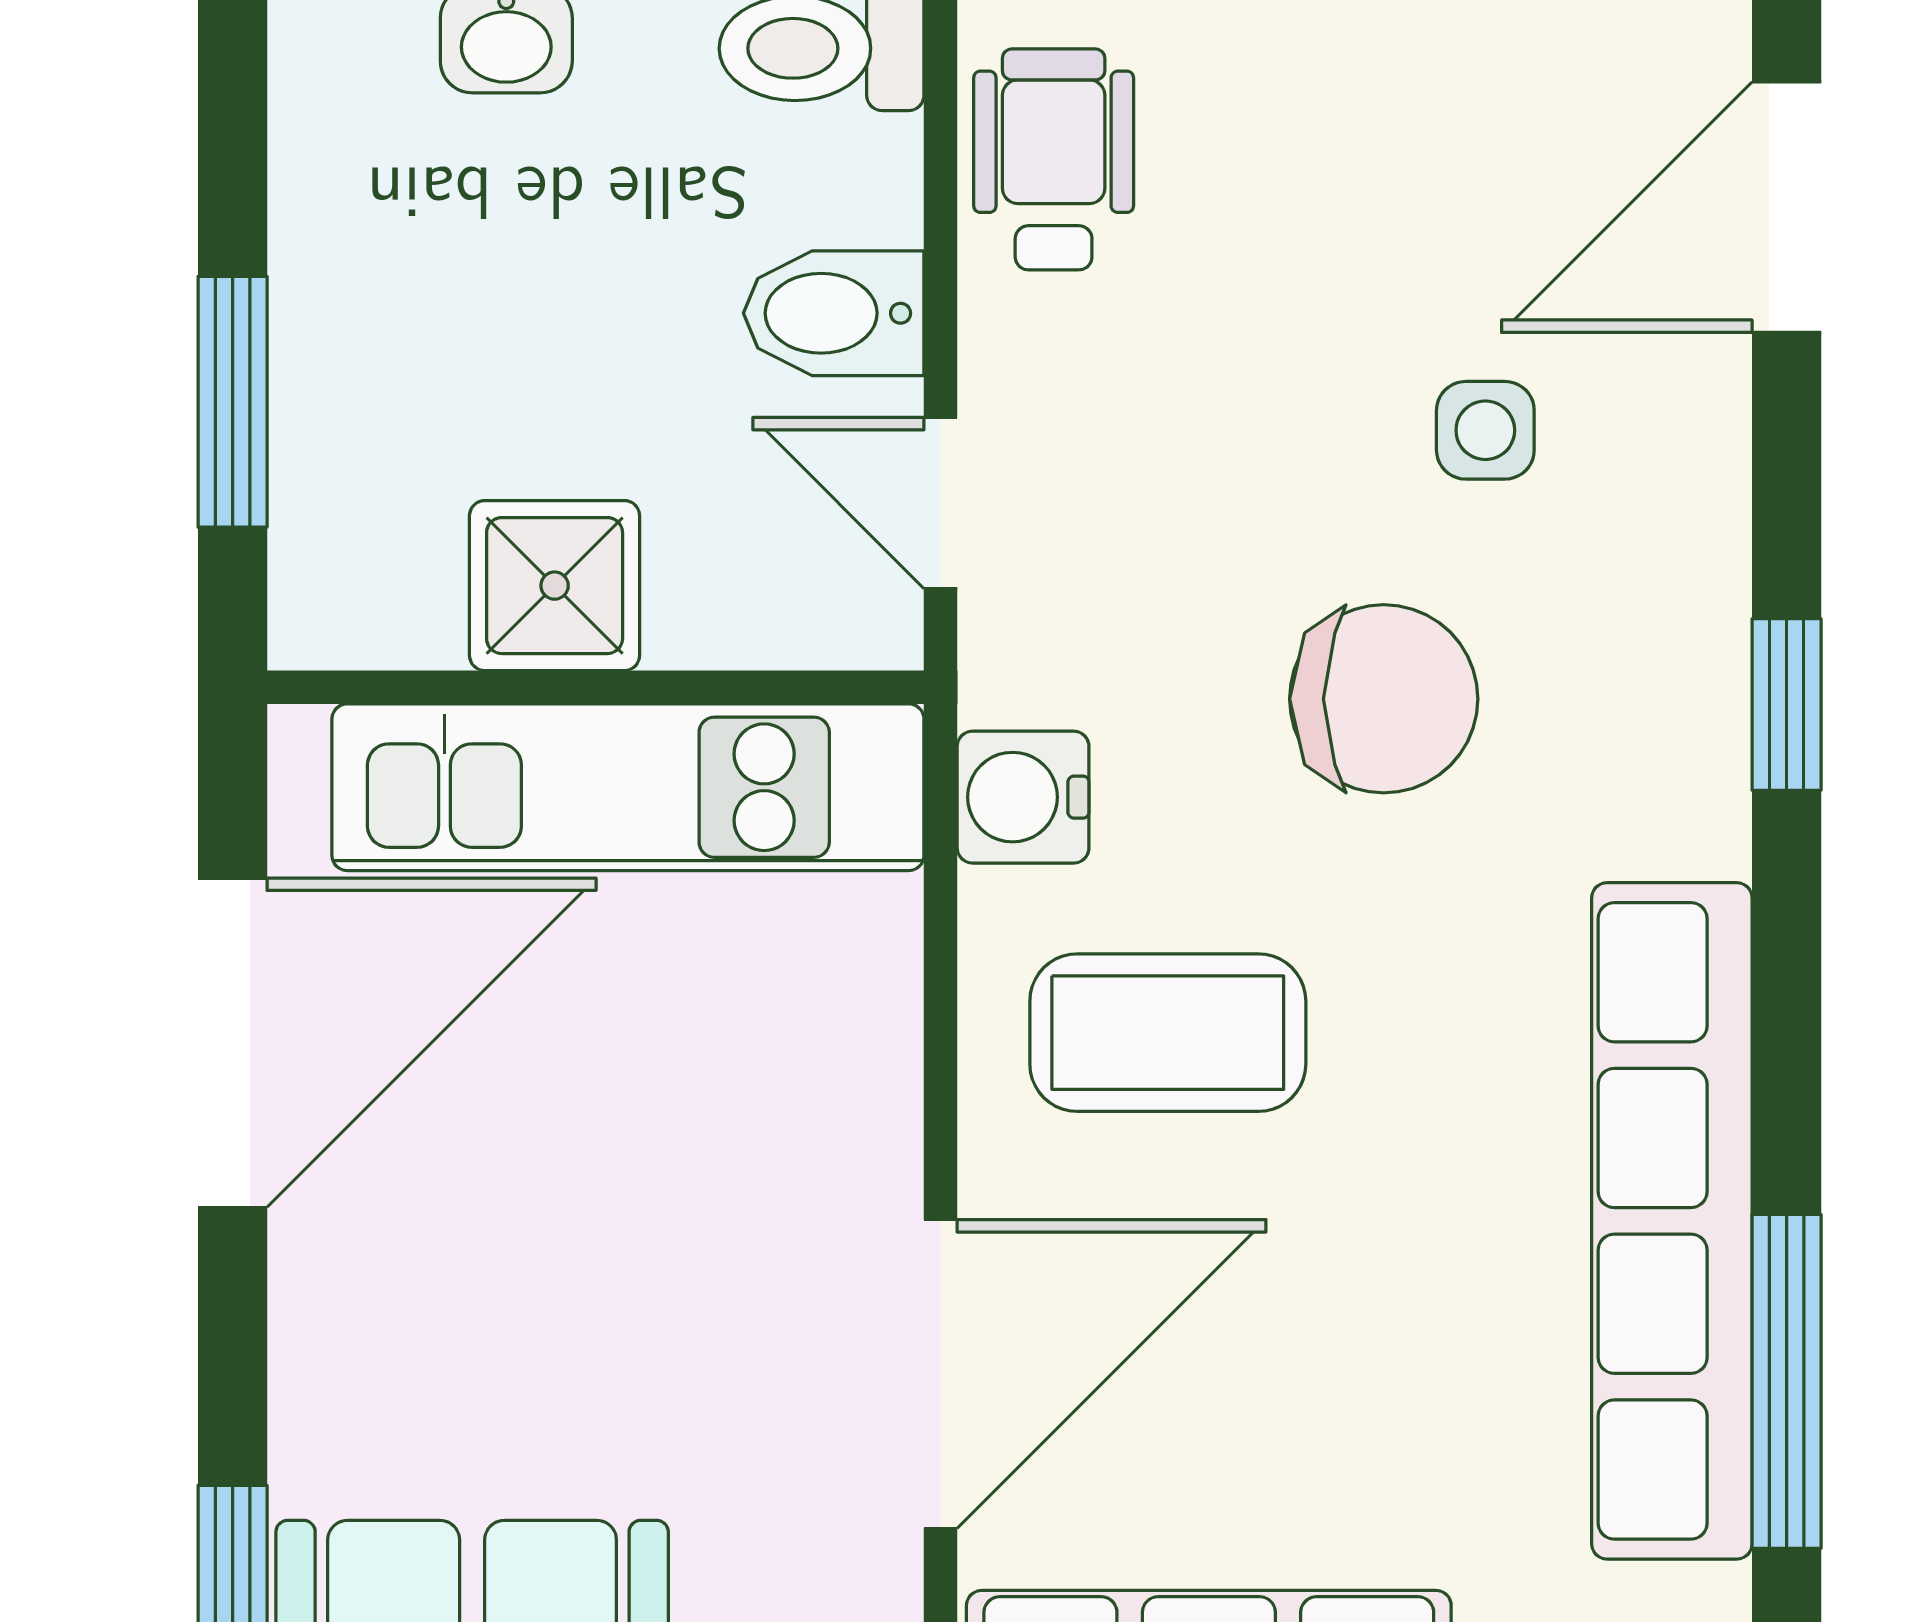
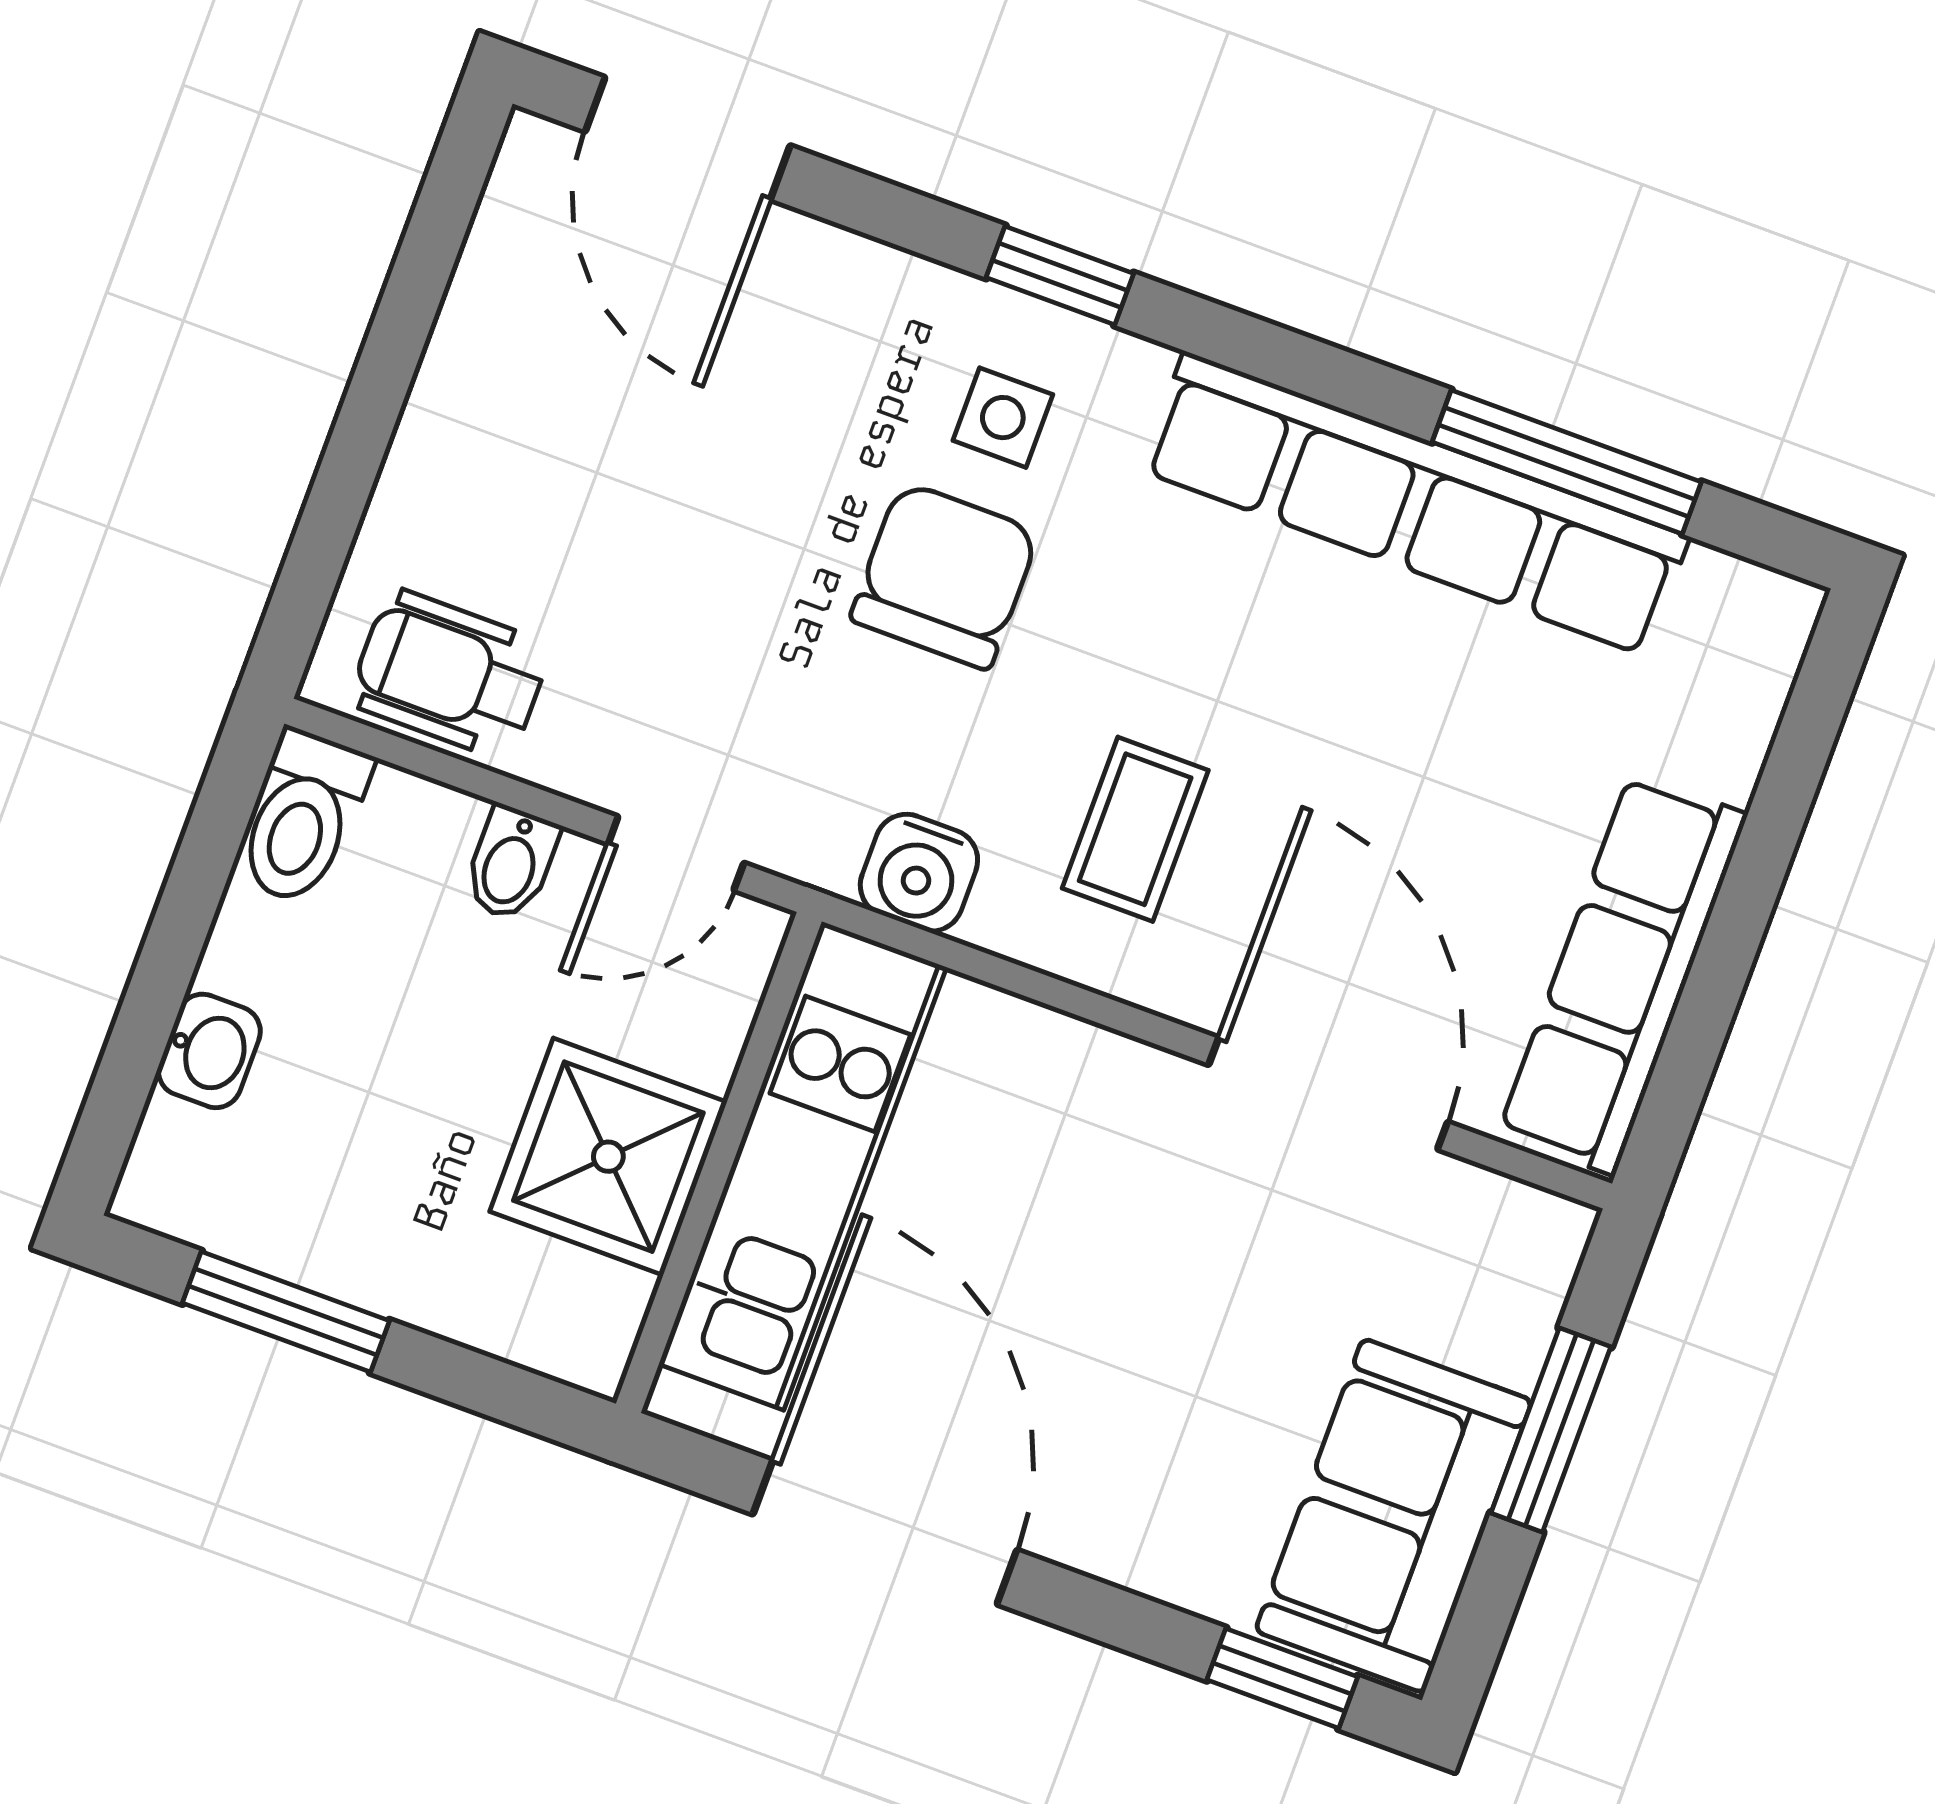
bidet: (834, 313) -> (511, 863), width x0.72, depth x0.74
window: (233, 402) -> (286, 1312), moved
side table: (1485, 430) -> (1003, 418), moved
shower: (555, 586) -> (608, 1157), width x1.36, depth x1.36
coffee table: (1168, 1033) -> (1135, 829), width x0.73, depth x0.77

